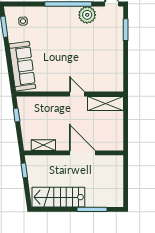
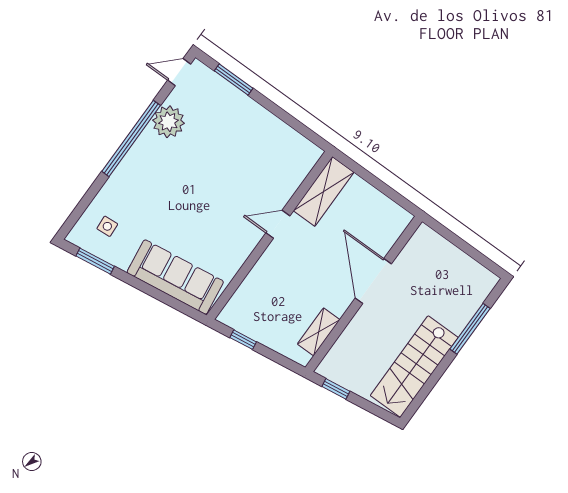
door: (82, 153) -> (373, 281), hinge flipped

